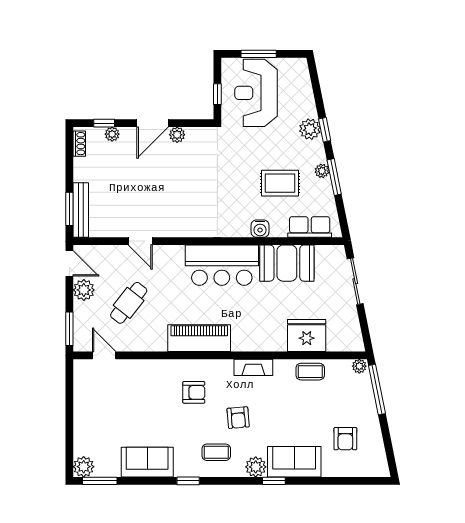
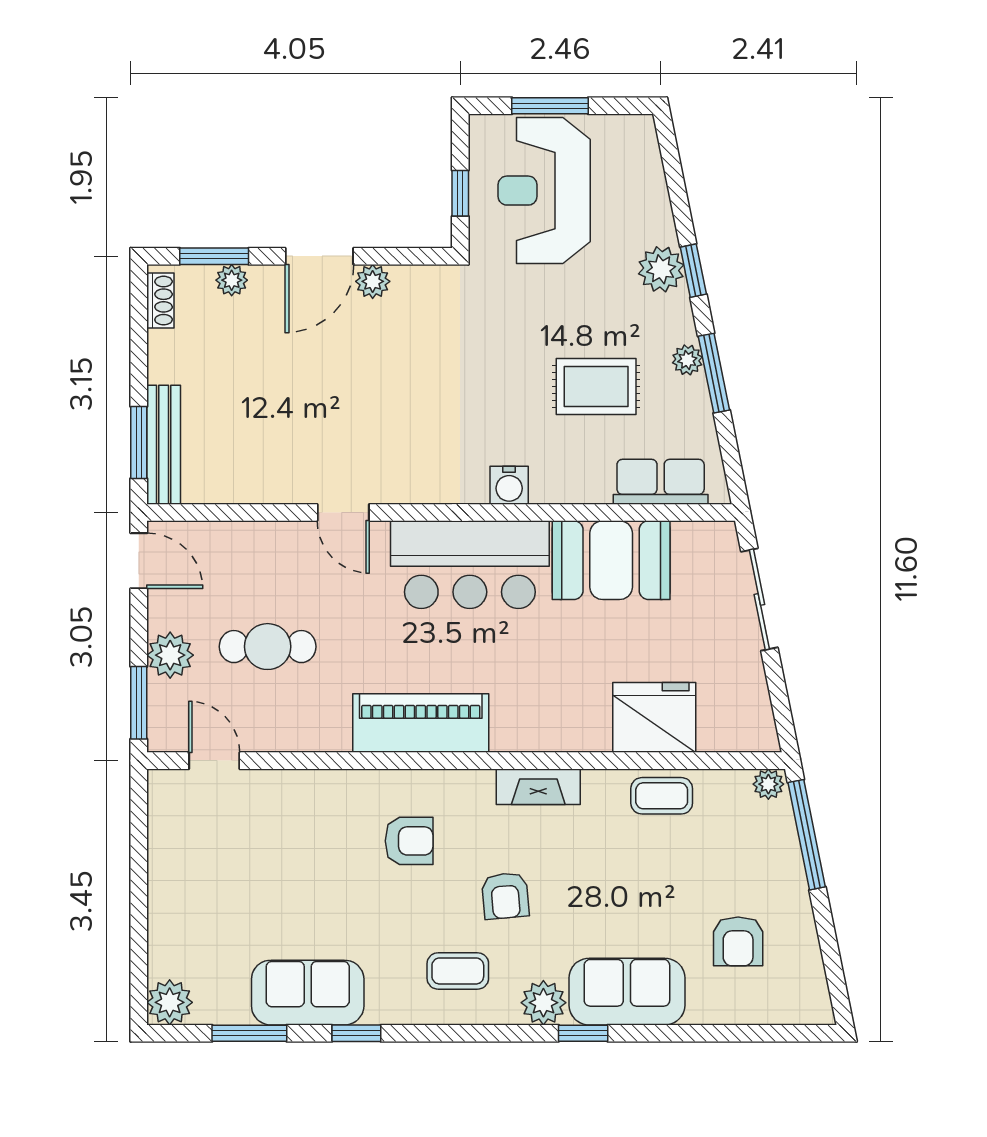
window: (104, 123) -> (214, 256), width x1.50
water cooler: (260, 229) -> (509, 485), moved
door: (140, 241) -> (343, 513), moved
plant: (84, 290) -> (170, 655), moved
cafe table: (129, 303) -> (268, 647), turned 52
window: (100, 481) -> (249, 1033), moved
window: (188, 481) -> (356, 1033), moved

